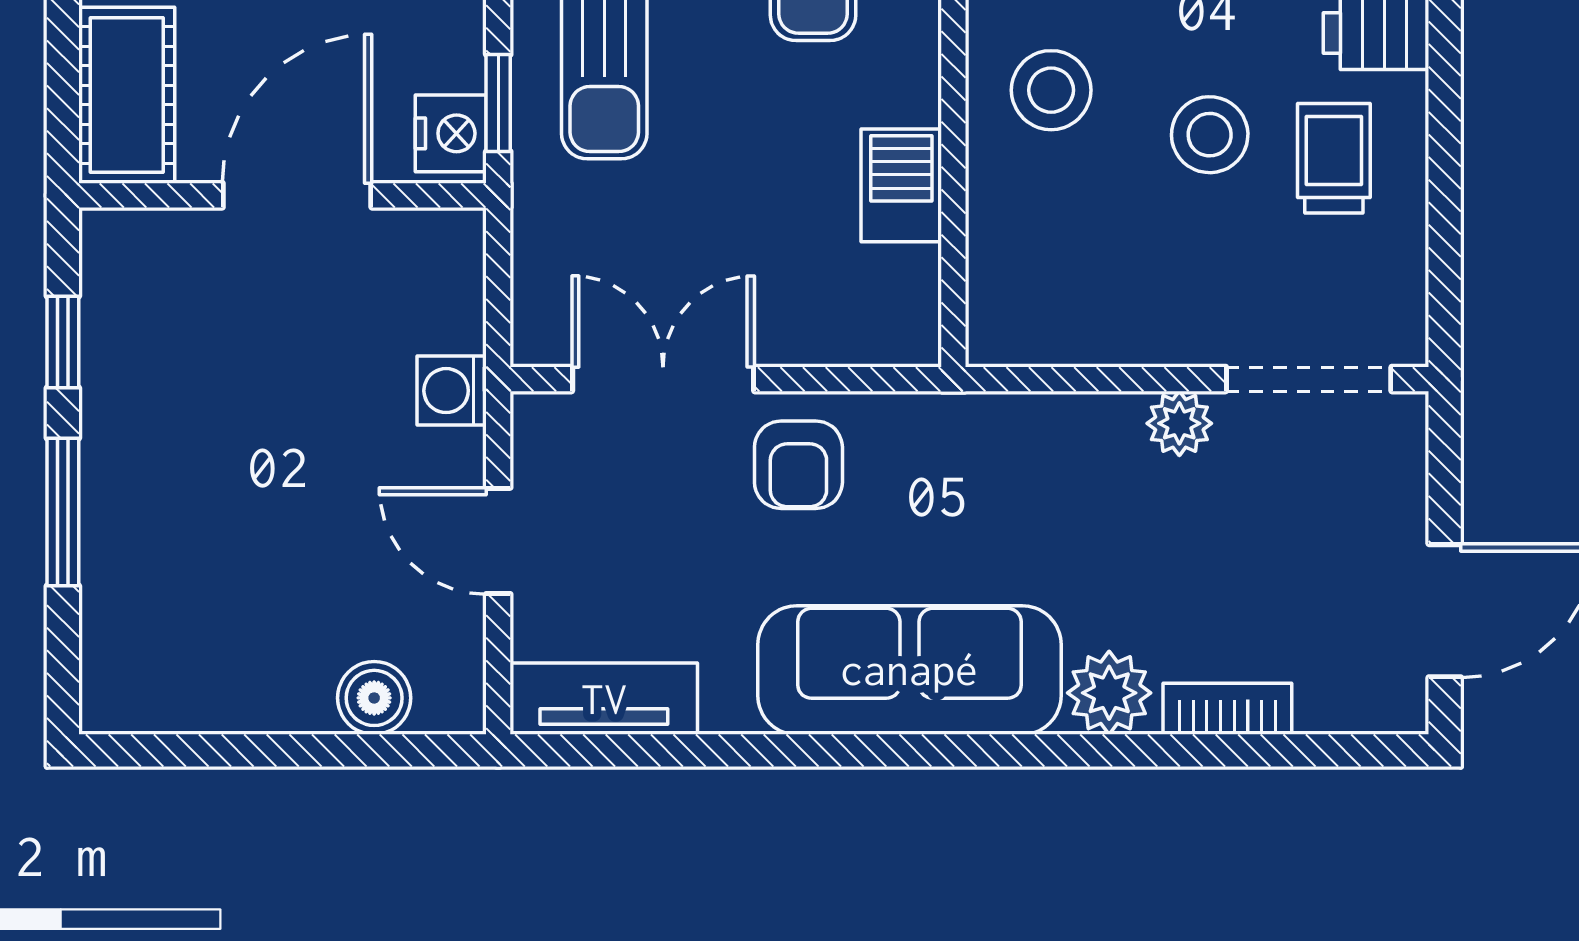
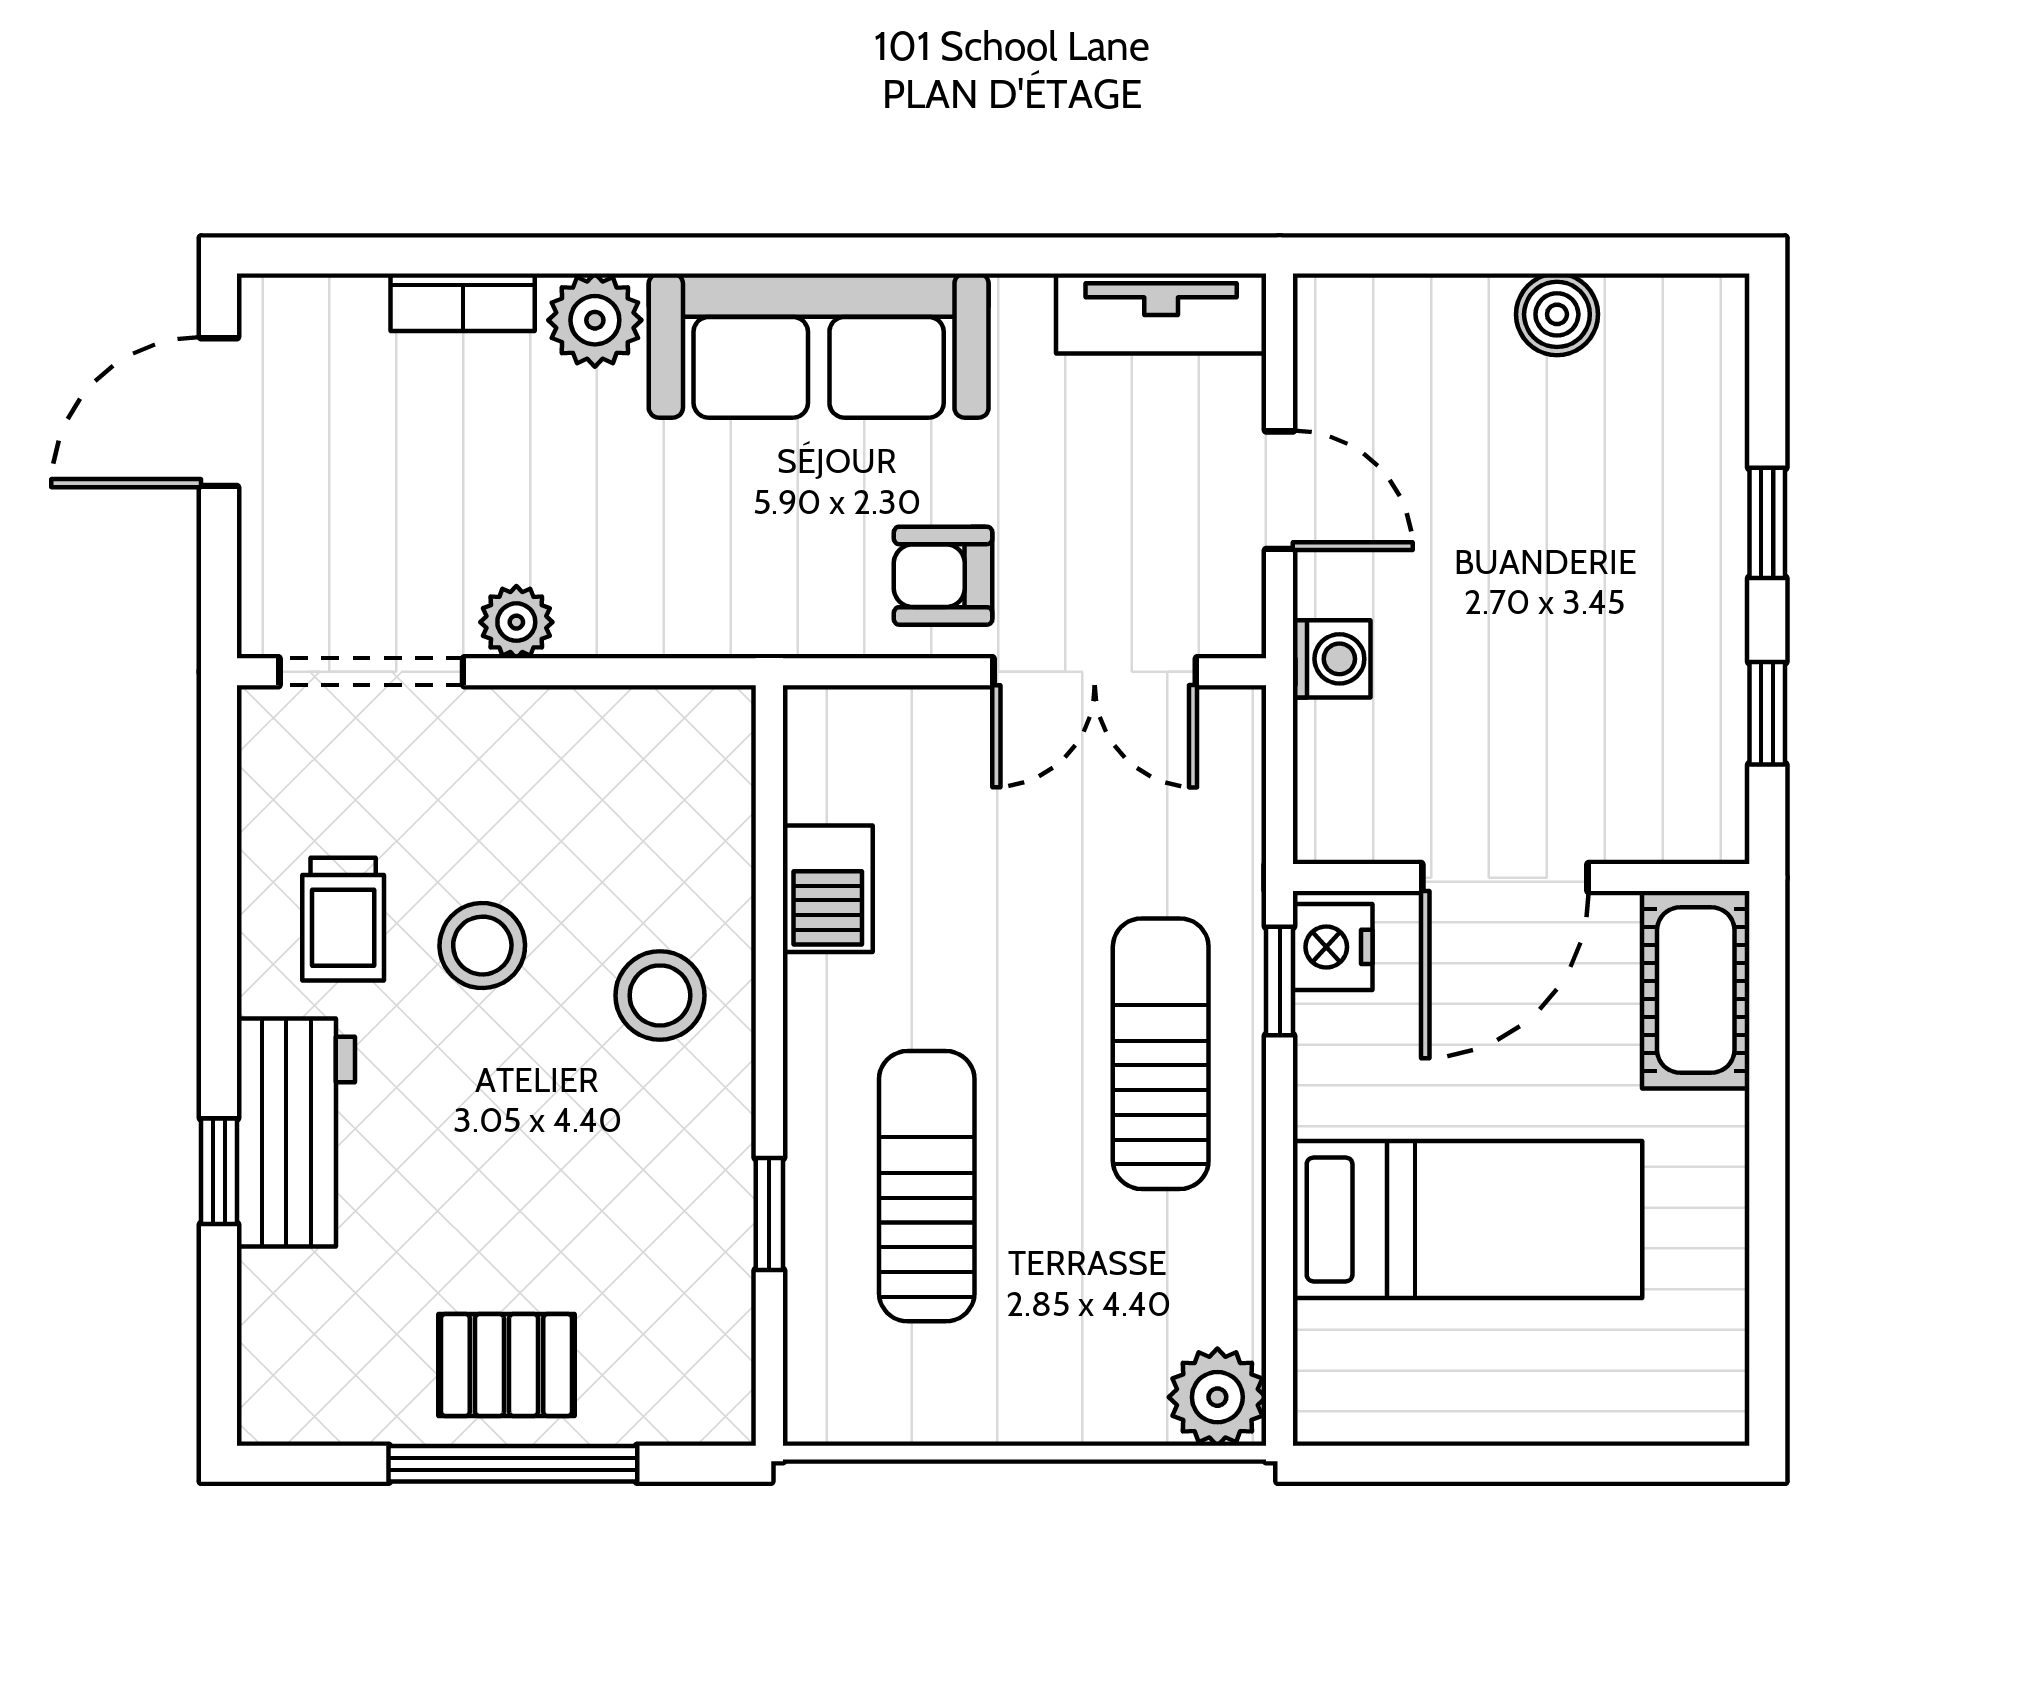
armchair: (798, 465) -> (943, 576), turned -90
window: (63, 512) -> (1767, 523), width x0.67
boiler: (374, 698) -> (1557, 314), moved

